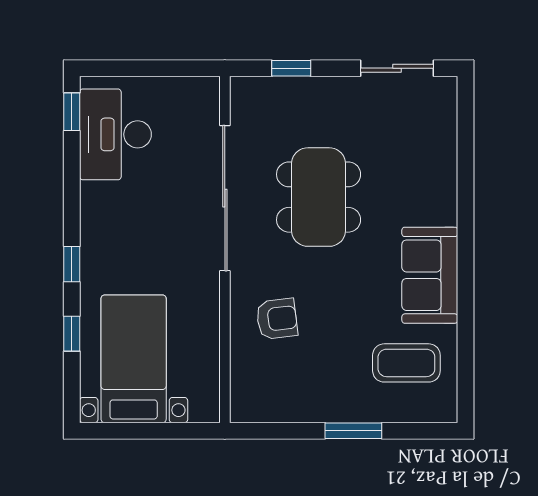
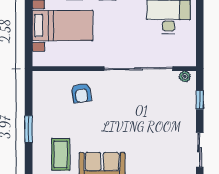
plant: (242, 100) -> (185, 76), added
dining table: (319, 197) -> (139, 113), removed

